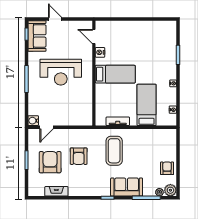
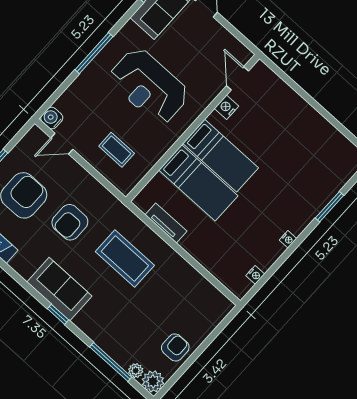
bed: (147, 105) -> (198, 183), moved, turned 90
coffee table: (71, 110) -> (117, 150), added
coffee table: (114, 151) -> (125, 259), turned 90
sofa: (127, 187) -> (59, 289), moved

